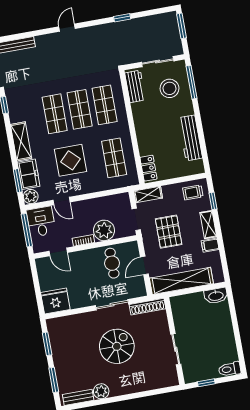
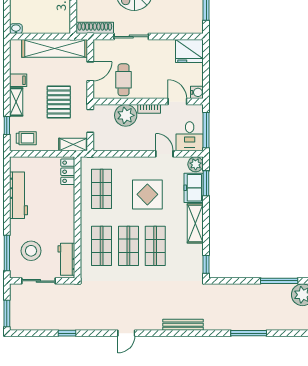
water cooler: (41, 264) -> (197, 92), added
washbasin: (216, 296) -> (16, 29), width x0.52, depth x0.69

